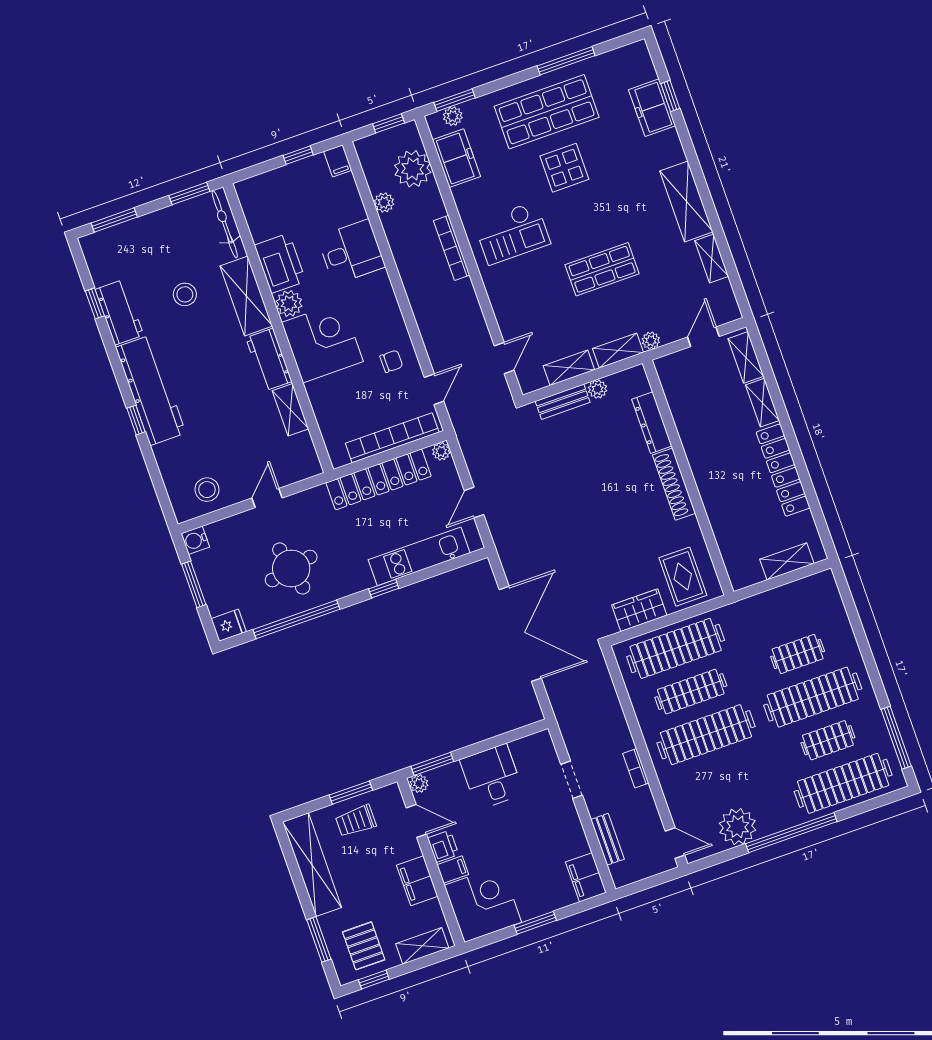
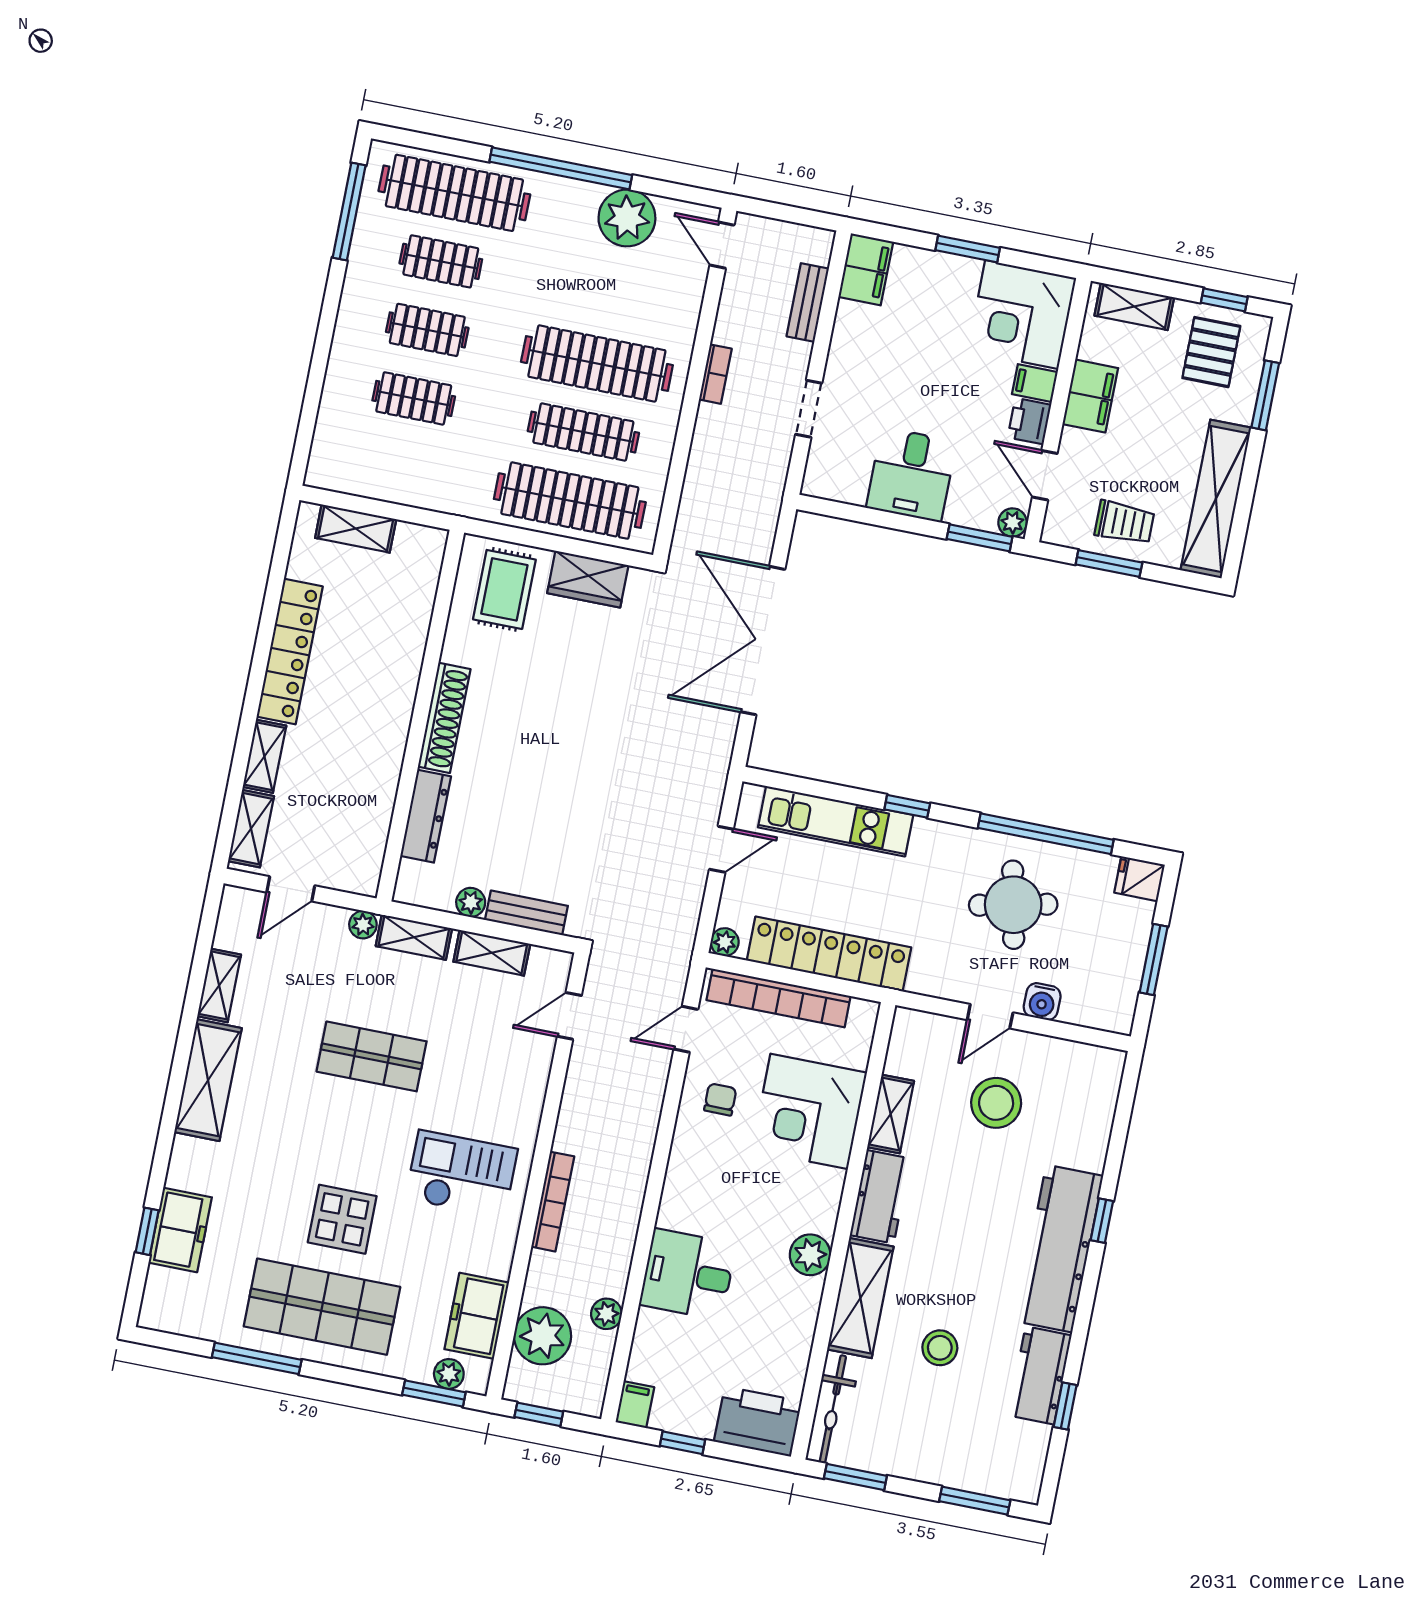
printer: (280, 263) -> (758, 1421), moved, turned 90
corner desk: (322, 342) -> (809, 1111), moved
chair: (391, 361) -> (720, 1099), turned 90
stool: (207, 490) -> (996, 1103), moved, width x1.38, depth x1.38
water cooler: (195, 540) -> (1042, 1002), moved, turned 90
clothes rail: (813, 697) -> (427, 330), width x0.54, depth x0.76

